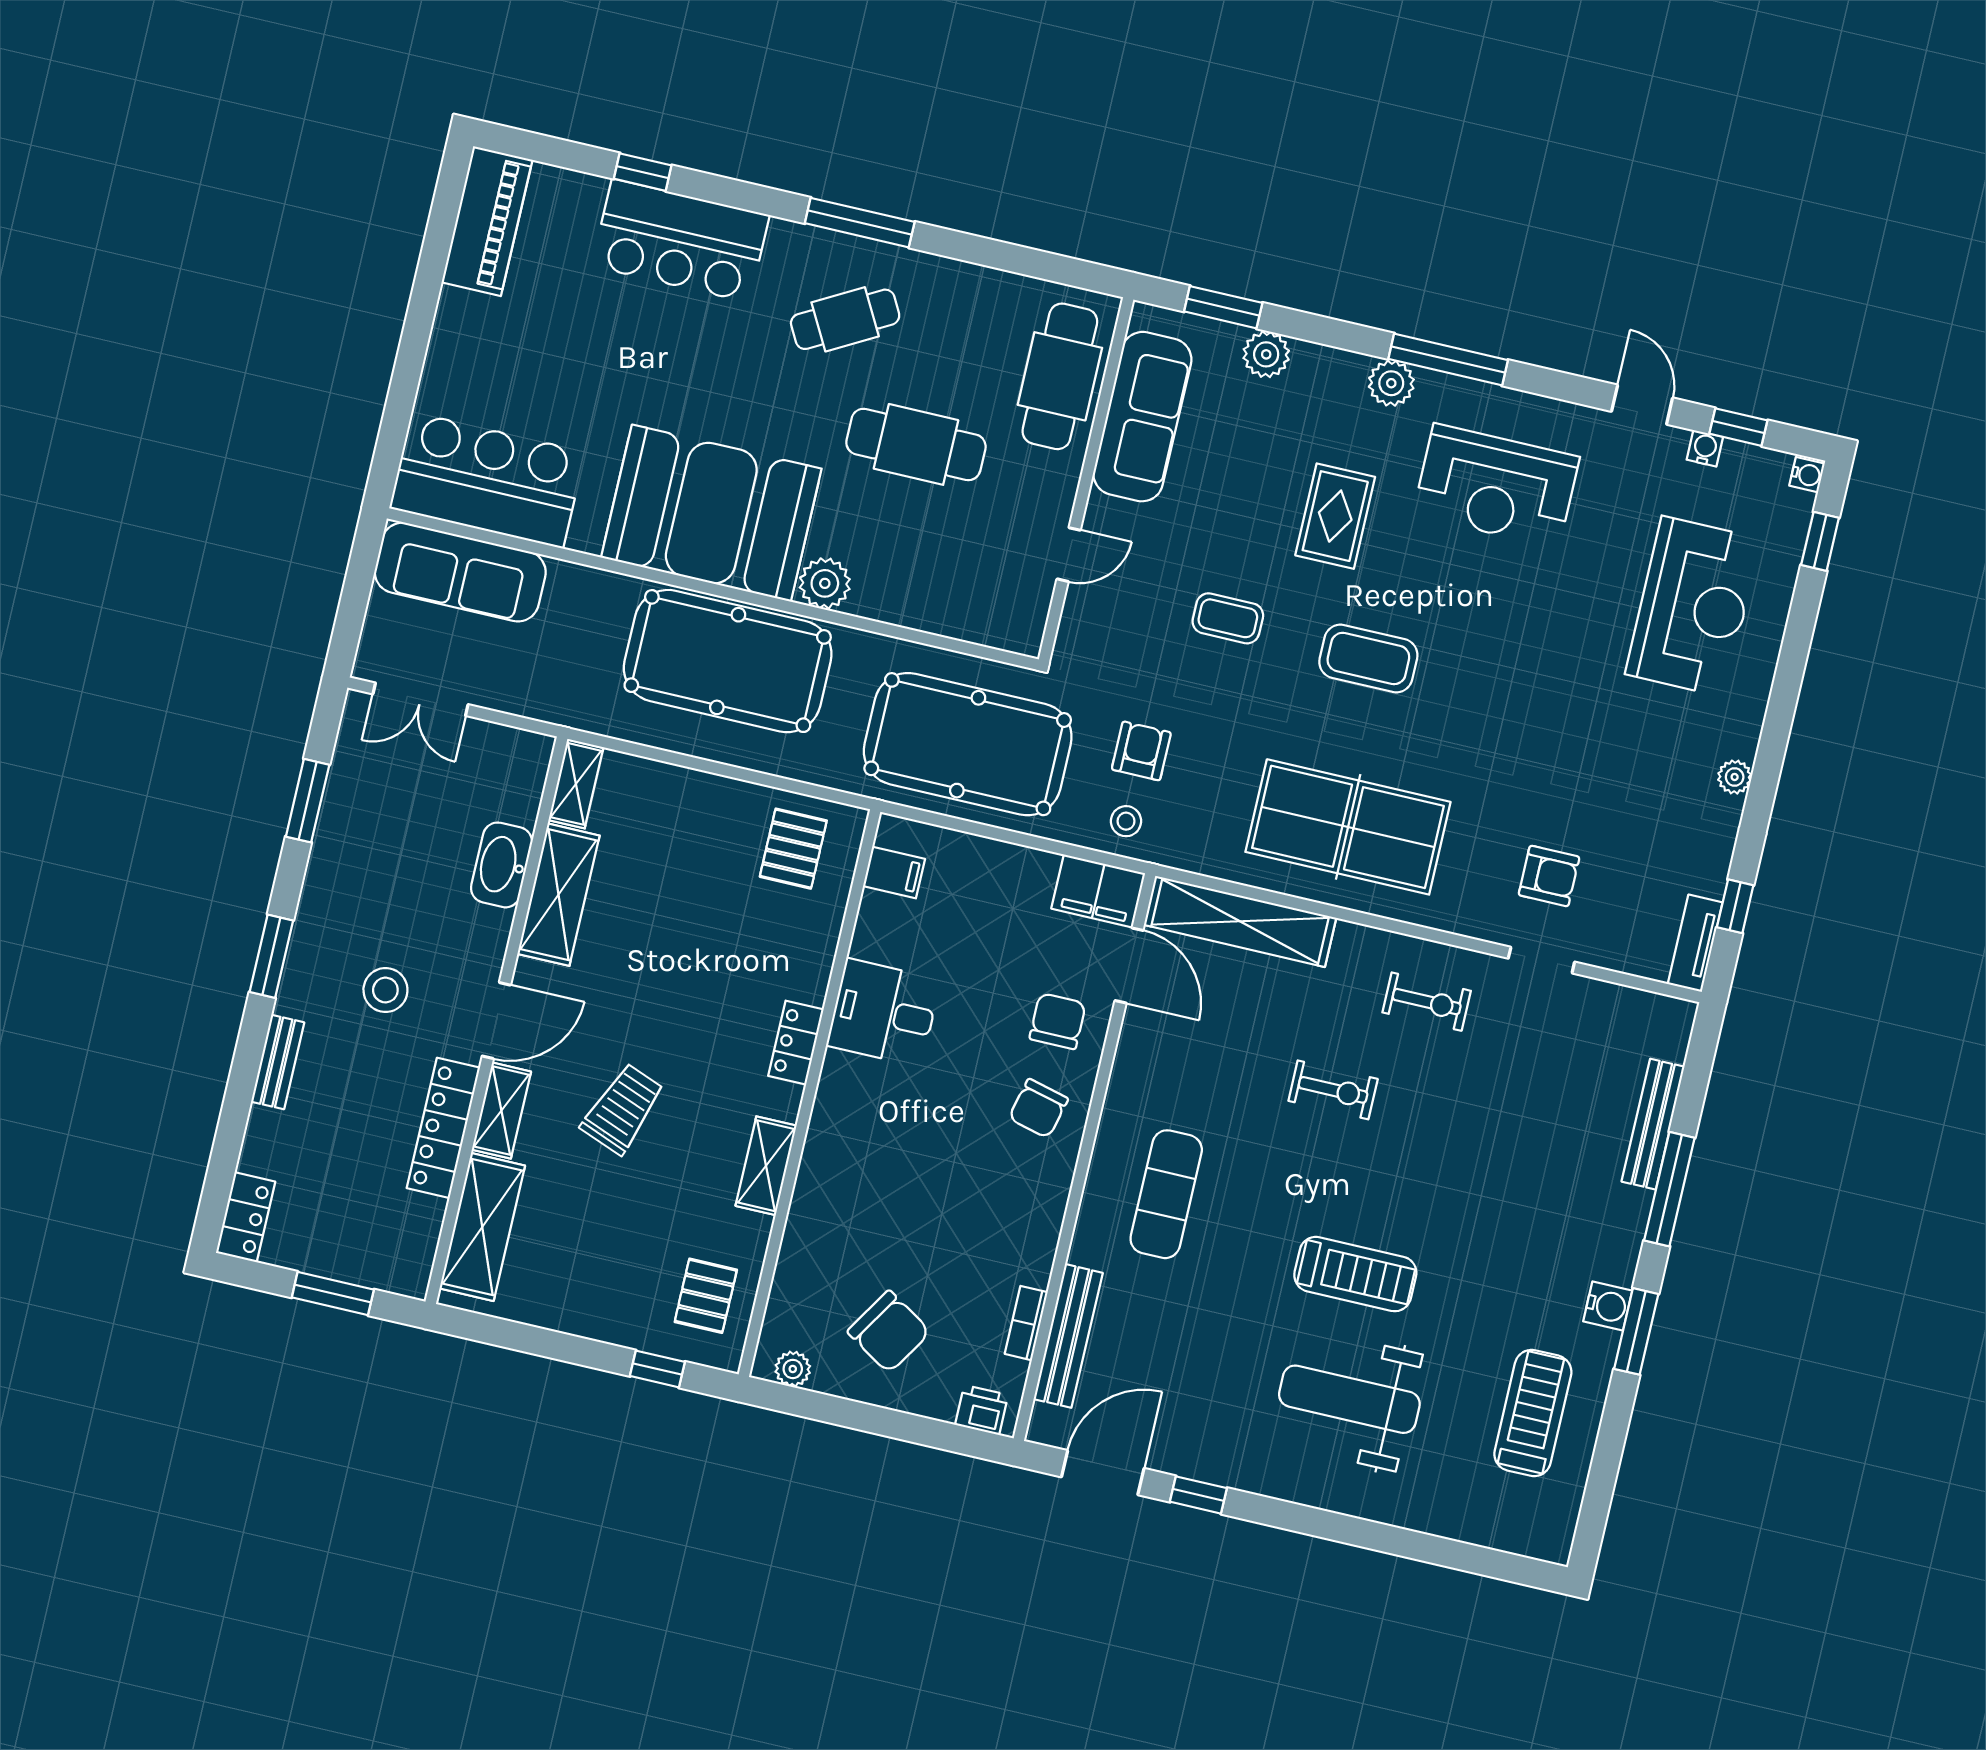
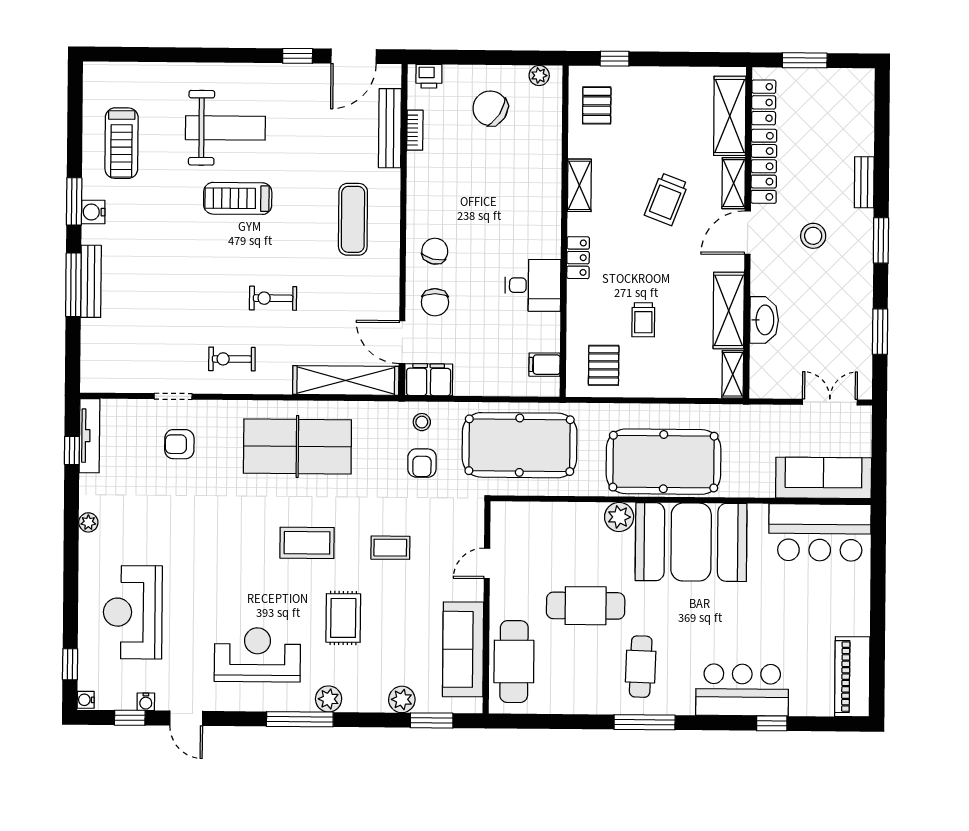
cafe table: (845, 319) -> (641, 667), turned -59
trolley: (708, 911) -> (643, 320), added
tv unit: (1695, 943) -> (90, 436), width x1.41
bench: (1653, 1124) -> (91, 281), moved
locker: (246, 1217) -> (764, 102), moved, turned 180

